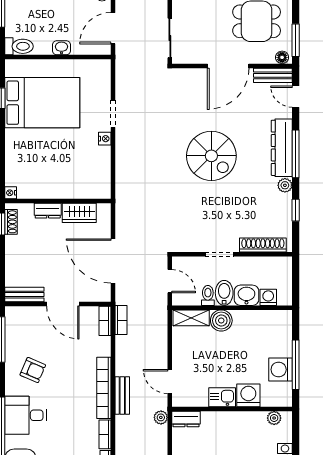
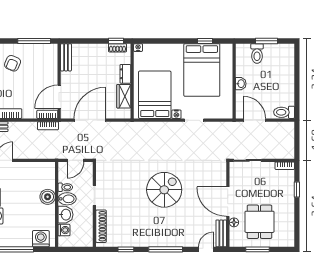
window: (296, 40) -> (258, 249), moved
toilet: (19, 46) -> (257, 53), moved
floor lamp: (282, 57) -> (234, 222), moved
dresser: (282, 148) -> (170, 240), removed
spiral stairs: (211, 156) -> (164, 190), turned 180
bed: (77, 169) -> (155, 95), added
plant: (285, 185) -> (143, 242), removed
door: (63, 304) -> (59, 97), moved
shelving: (191, 318) -> (49, 175), removed
washing machine: (280, 370) -> (41, 239), moved

